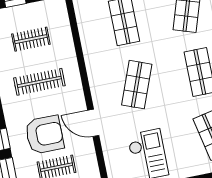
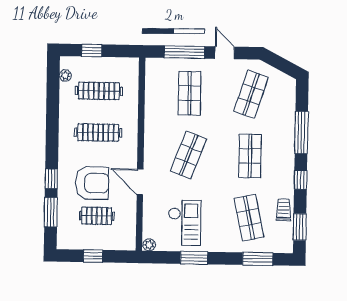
clothes rail: (31, 39) -> (99, 91), width x1.36

